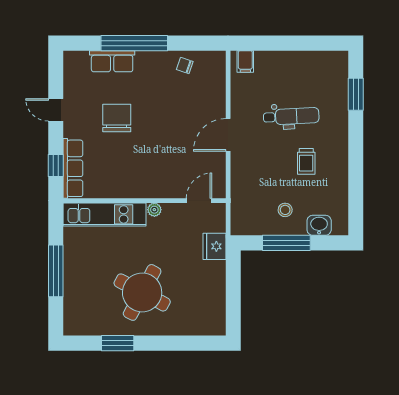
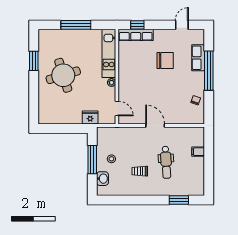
filing cabinet: (245, 61) -> (198, 152), moved
door: (56, 110) -> (182, 25), moved
round table: (142, 292) -> (63, 75), turned 45

